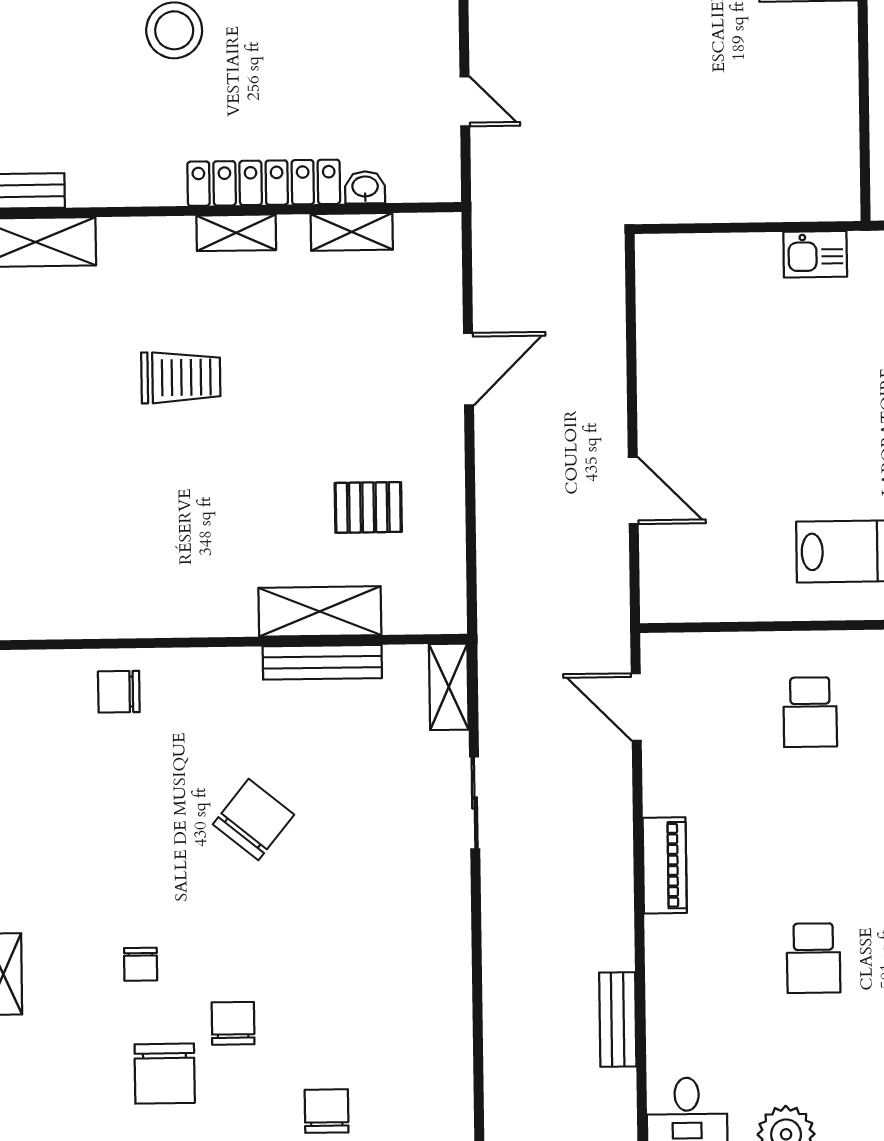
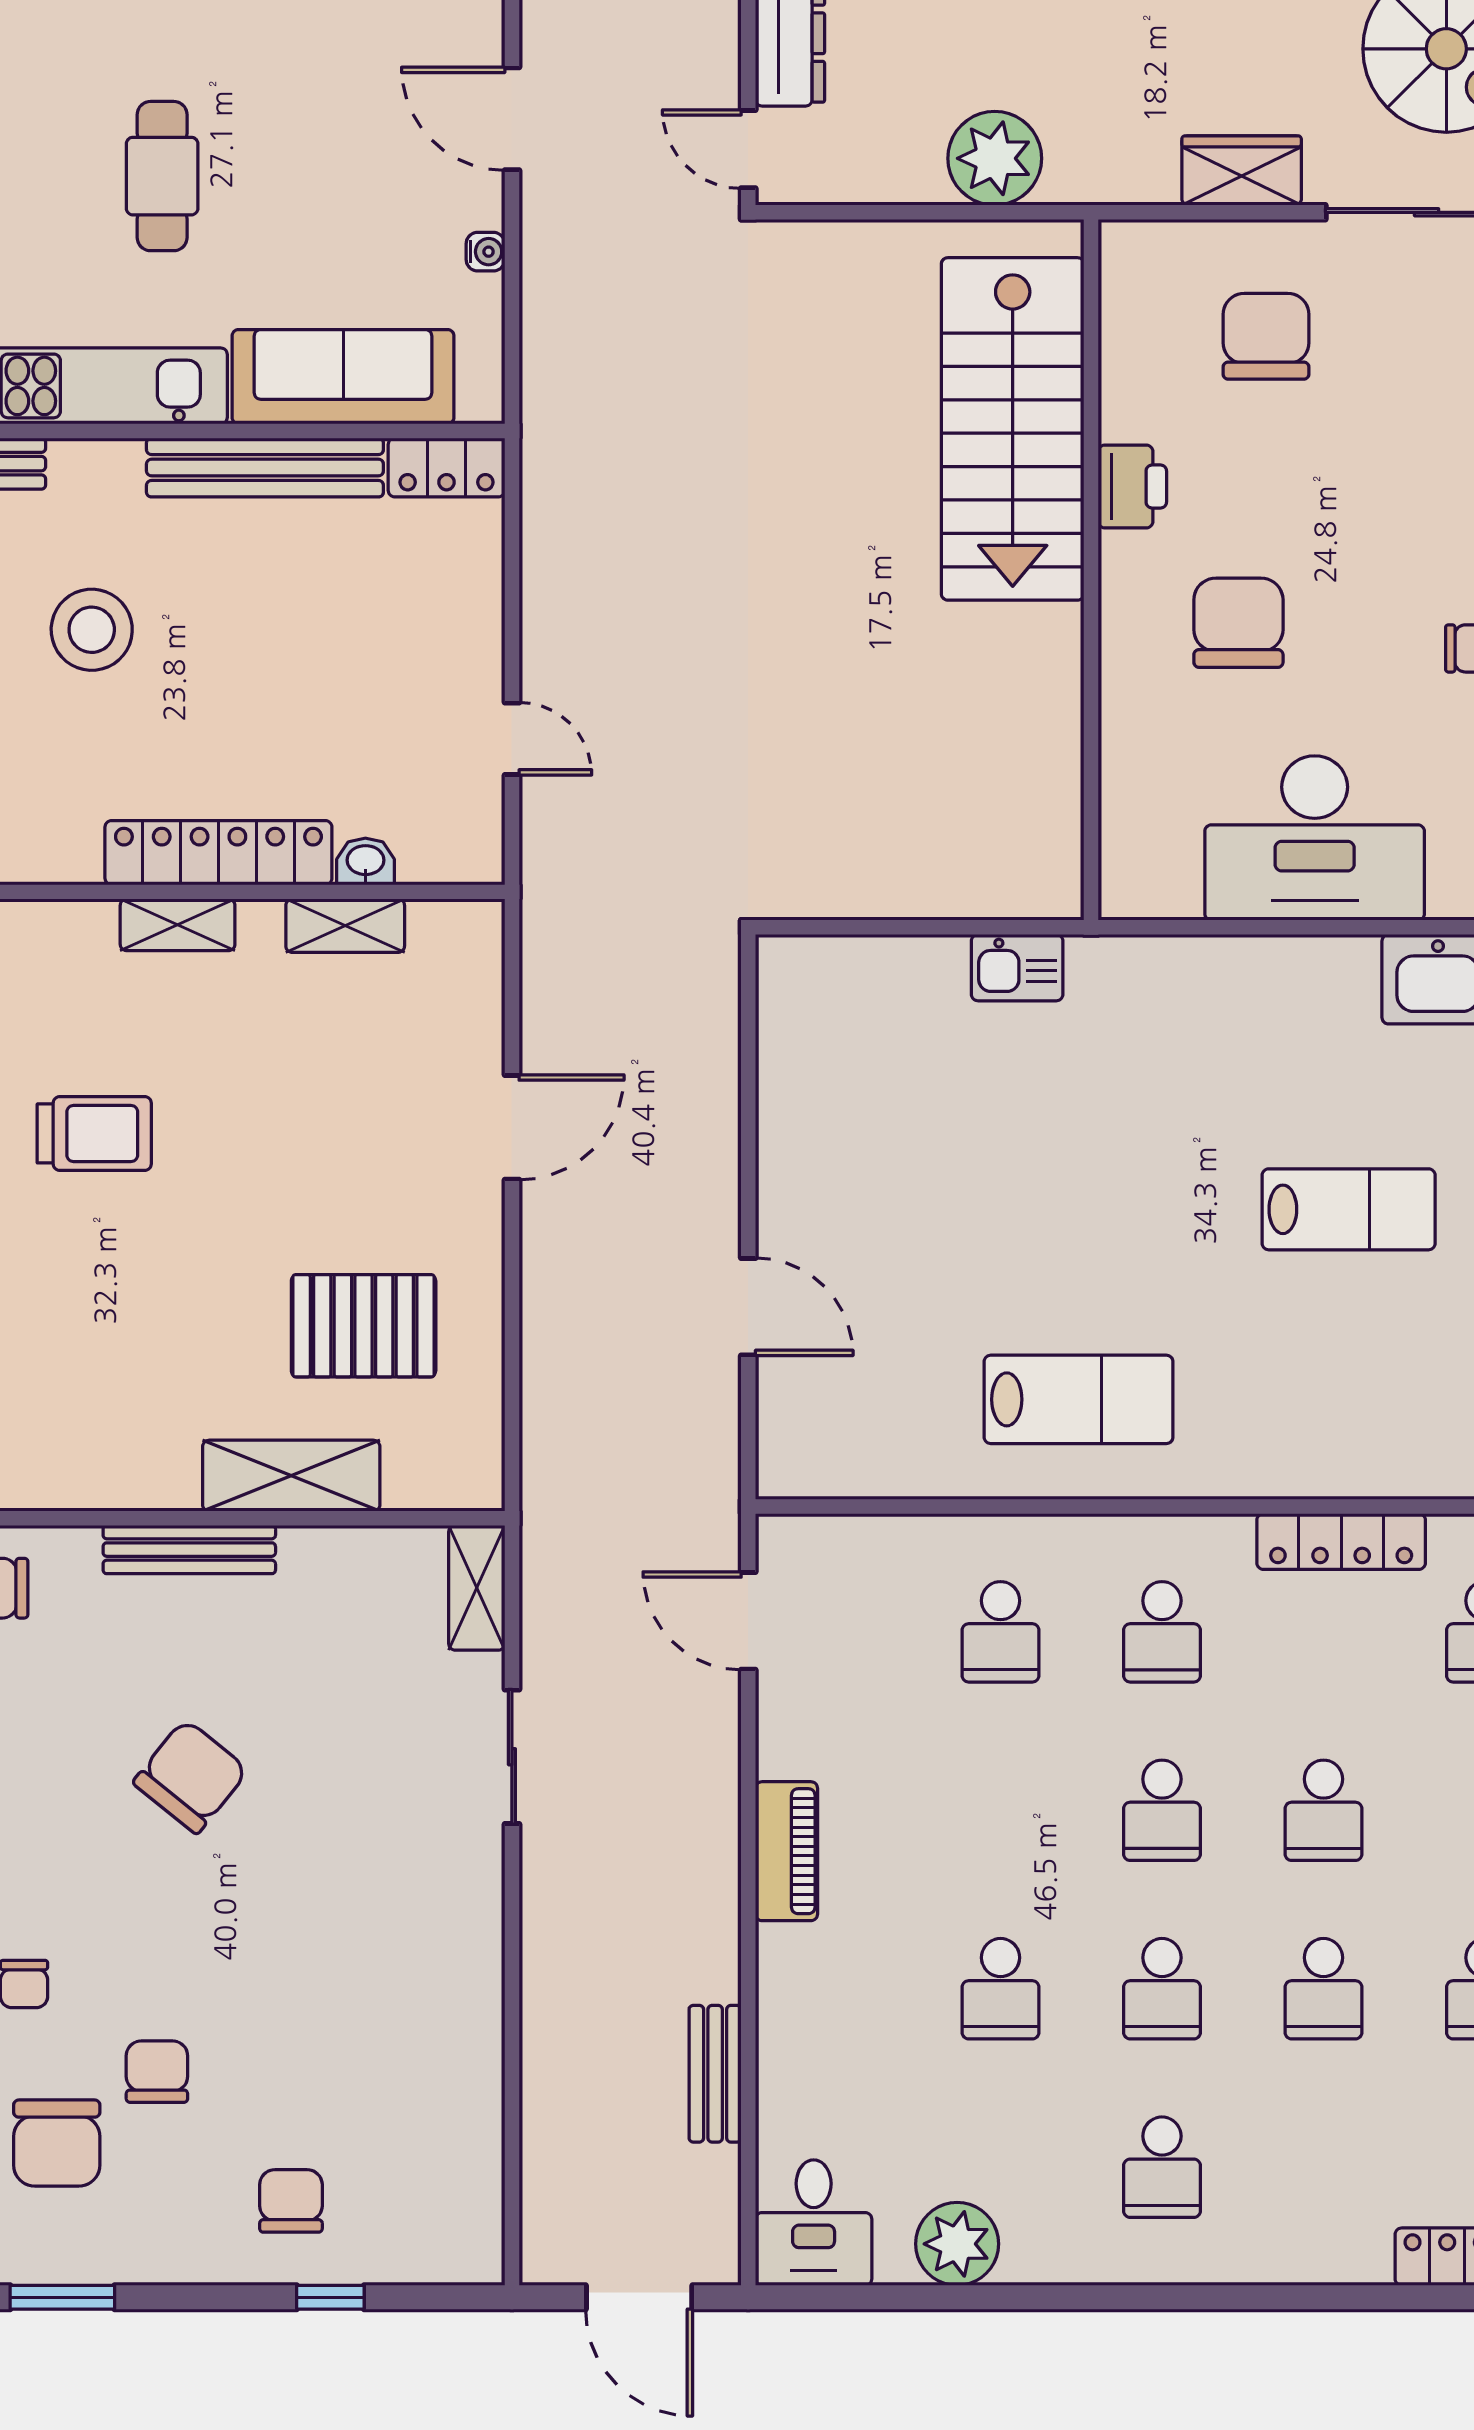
pallet: (368, 507) -> (364, 1326), width x1.50, depth x1.42
bench: (322, 662) -> (189, 1550), moved

